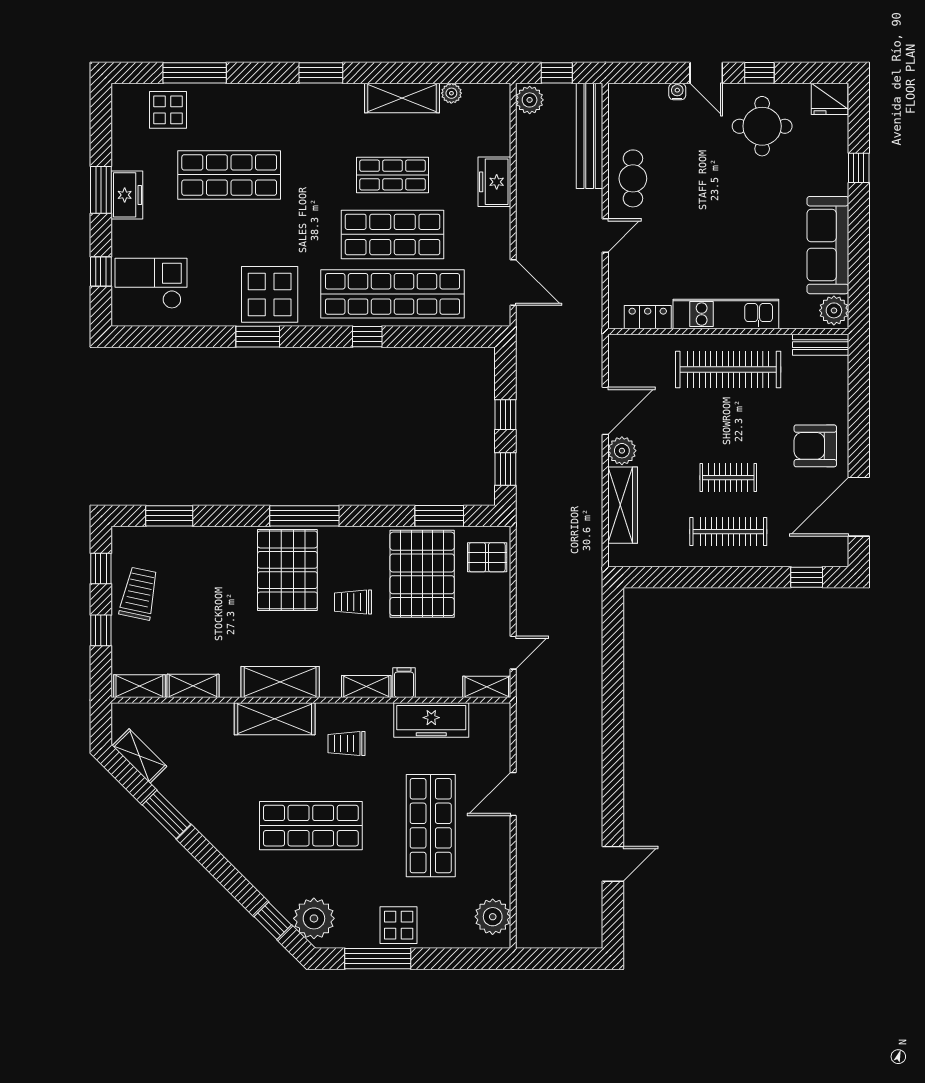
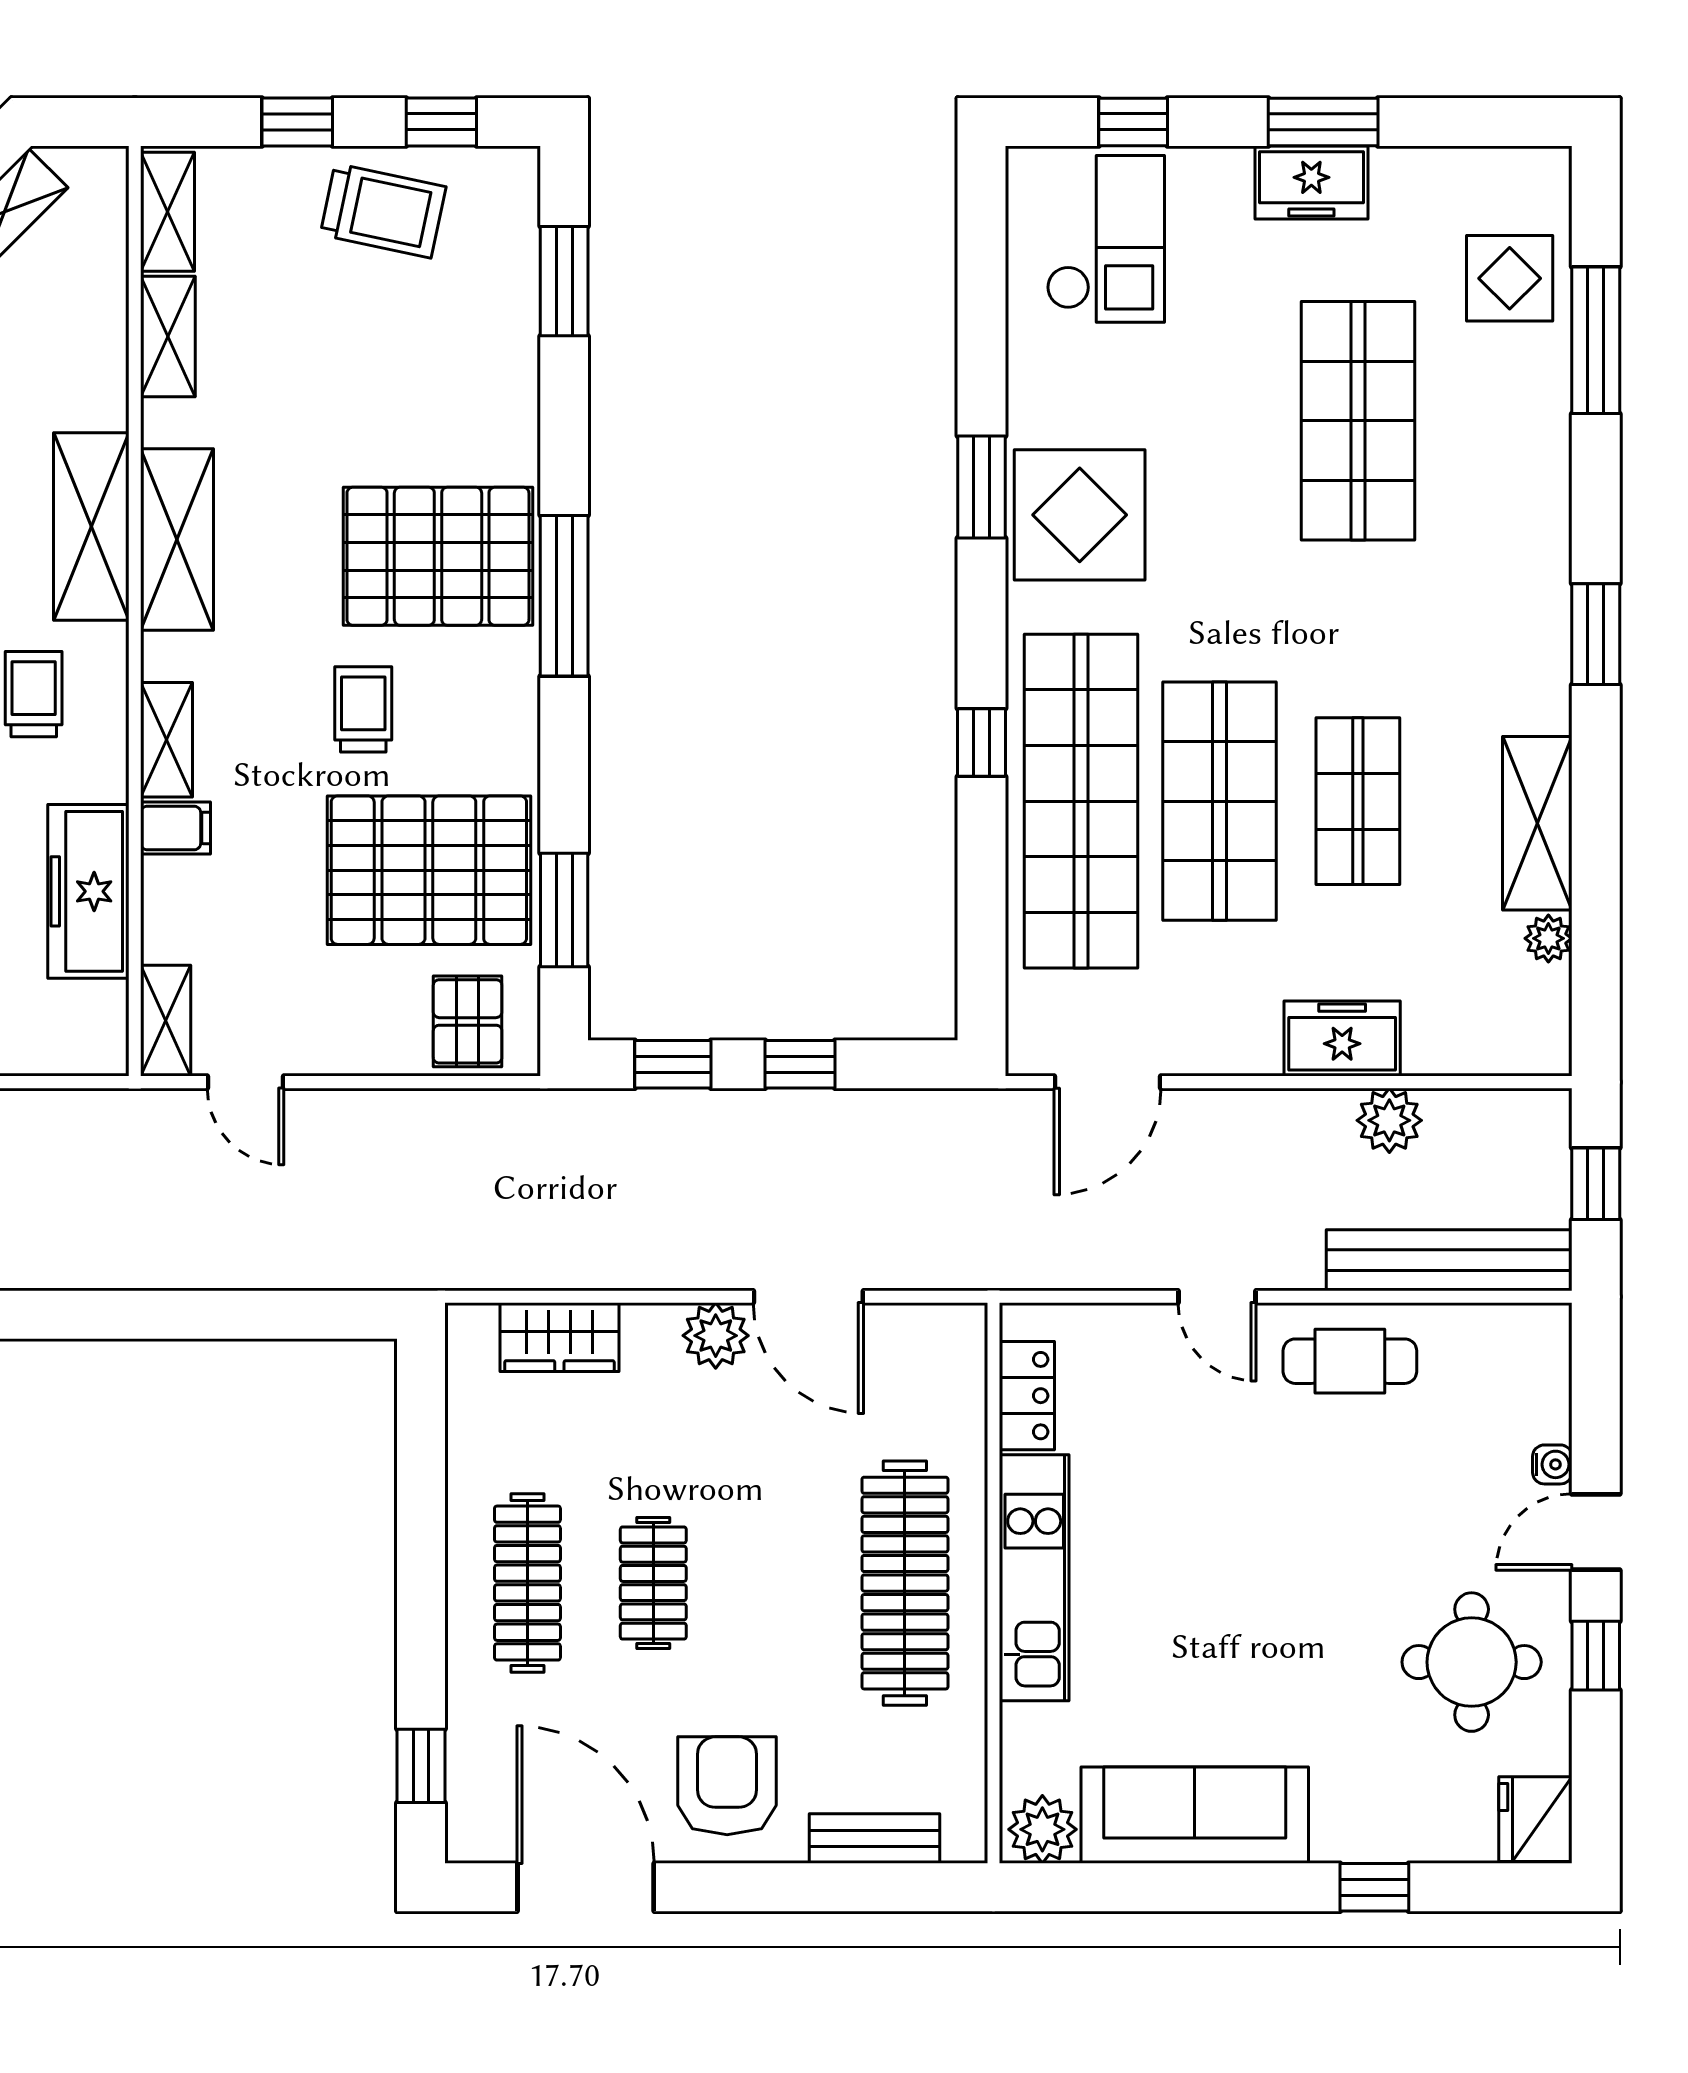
plant: (530, 100) -> (1389, 1120), moved
bench: (821, 345) -> (874, 1838), moved, turned 90
wardrobe: (623, 505) -> (559, 1337), width x0.67

